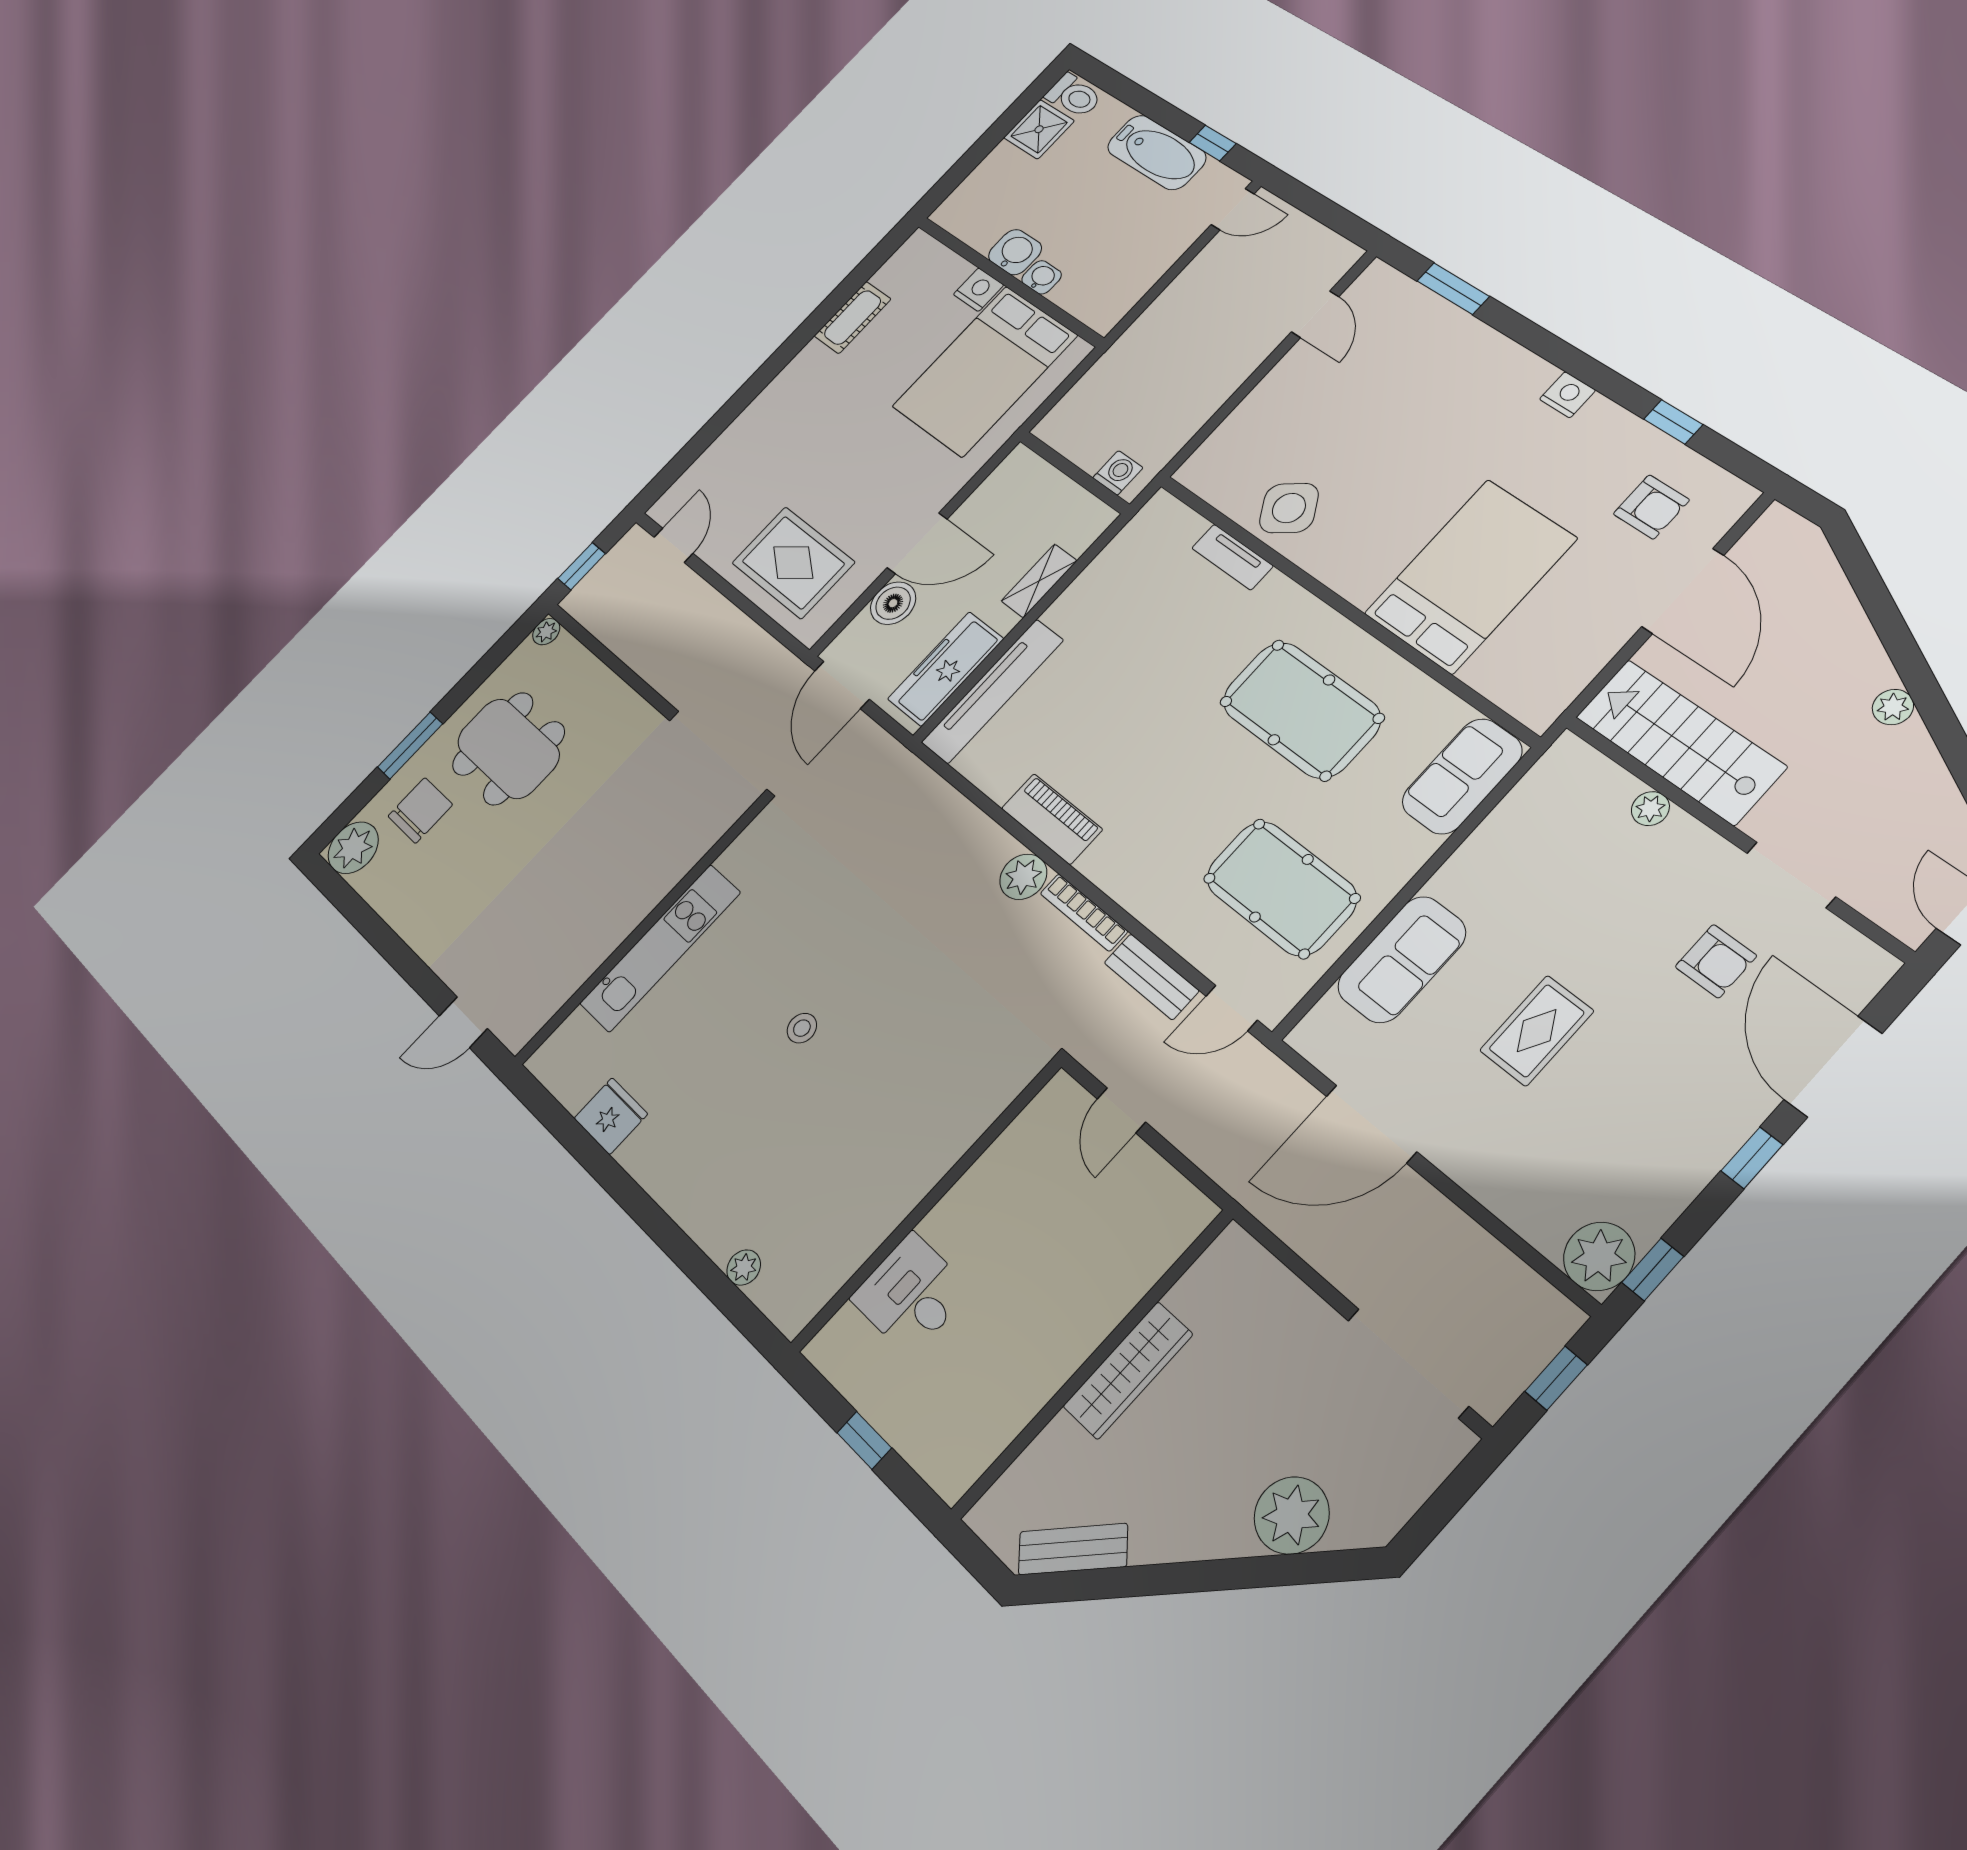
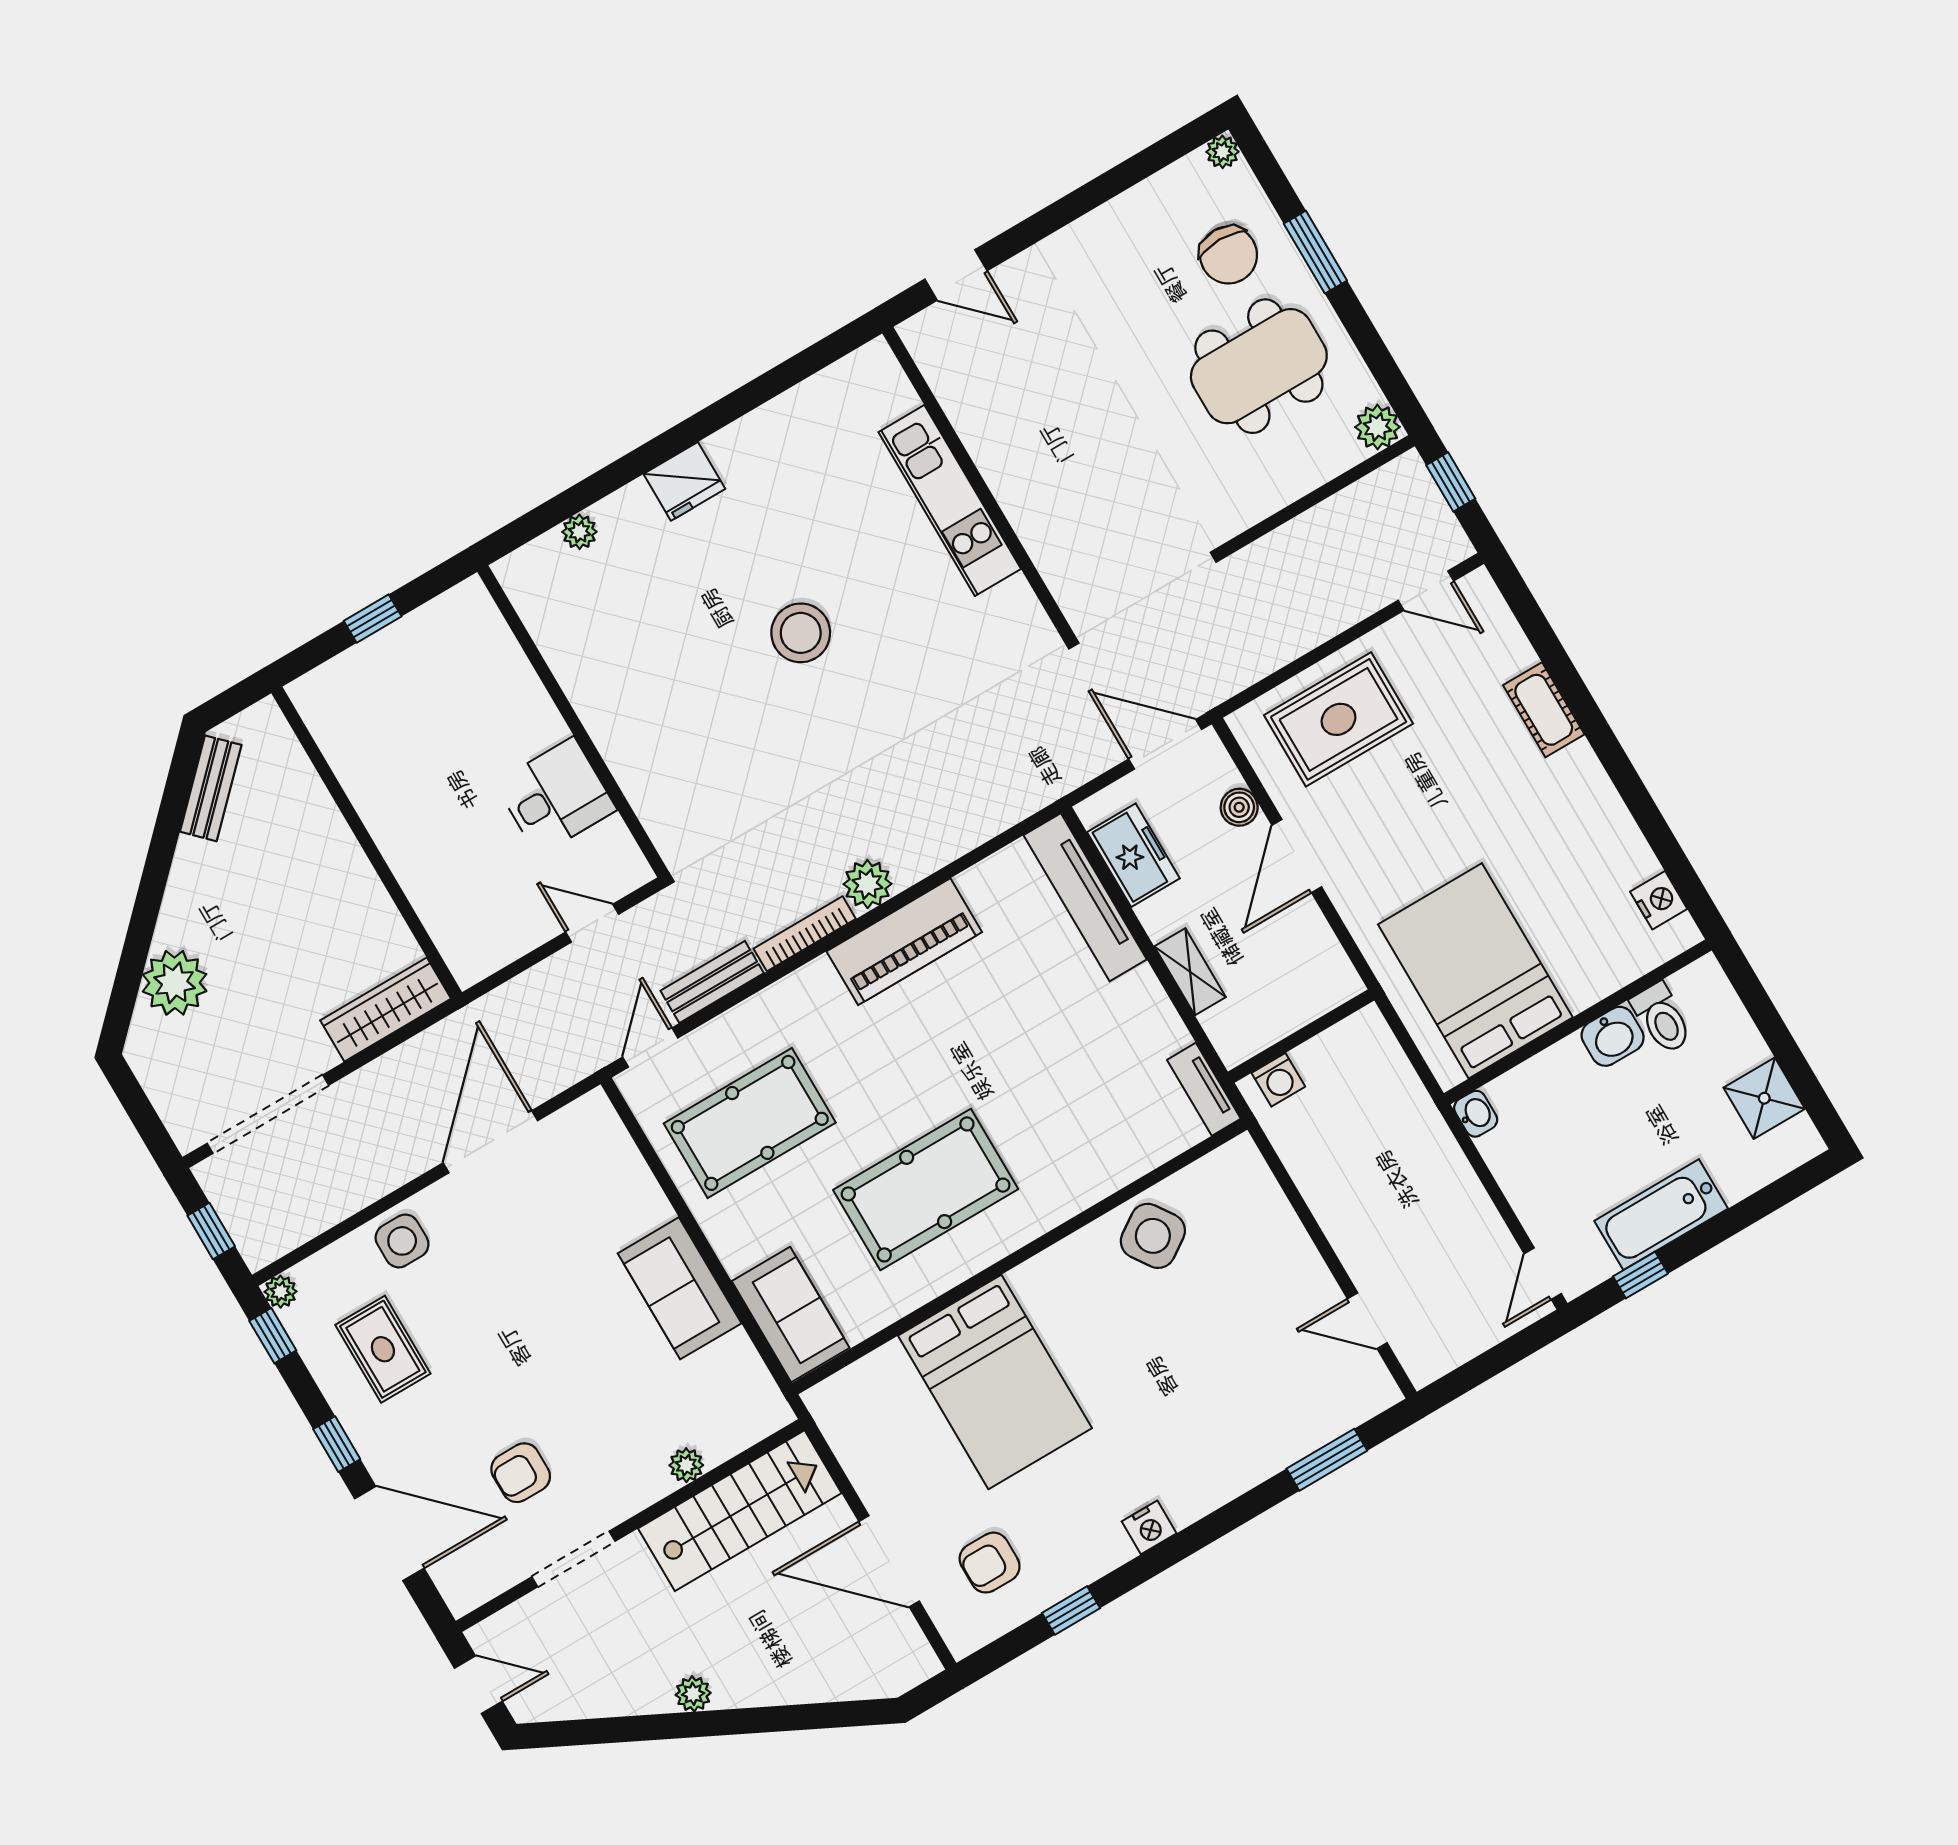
toilet: (1074, 96) -> (1662, 1018), moved, turned -90
washbasin: (1042, 277) -> (1476, 1114), moved, turned -90
nightstand: (979, 290) -> (1659, 900), moved, turned -90
cot: (853, 318) -> (1544, 710), moved
tv unit: (1232, 557) -> (1204, 1089), moved, turned -90
boiler: (893, 603) -> (1239, 807), width x0.73, depth x0.73
plant: (546, 632) -> (1378, 427), width x1.38, depth x1.38
freezer: (946, 669) -> (1133, 855), width x0.71
piano: (1052, 819) -> (904, 942), width x1.37, depth x1.33
plant: (353, 848) -> (1222, 152), width x0.53, depth x0.53
sofa: (1402, 959) -> (680, 1288), moved
door: (463, 1022) -> (956, 275), swing flipped
stool: (802, 1028) -> (801, 633), width x1.89, depth x1.89
rug: (1537, 1031) -> (383, 1349), moved
fridge: (611, 1116) -> (684, 481), moved
side table: (1504, 1173) -> (402, 1241), added
plant: (1599, 1256) -> (281, 1292), width x0.53, depth x0.53
desk: (911, 1294) -> (556, 796), moved
wardrobe: (1128, 1370) -> (386, 1010), moved, turned 90

